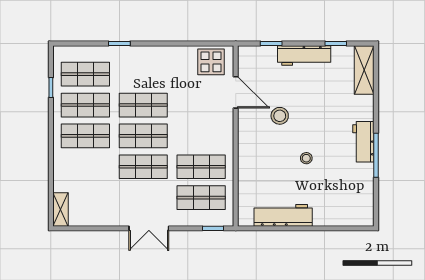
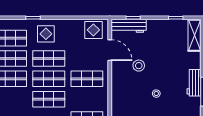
workbench: (304, 55) -> (129, 26), moved
display table: (139, 68) -> (46, 34), added
shop shelf: (201, 167) -> (87, 79), moved

